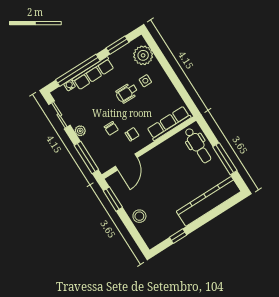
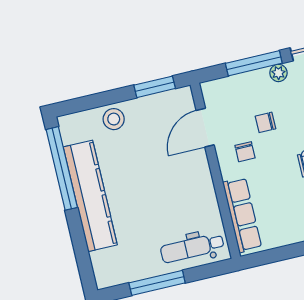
window: (86, 158) -> (254, 63), moved
door: (126, 162) -> (205, 128), hinge flipped
kitchen counter: (209, 201) -> (90, 196), moved
window: (178, 236) -> (62, 168), width x3.17

